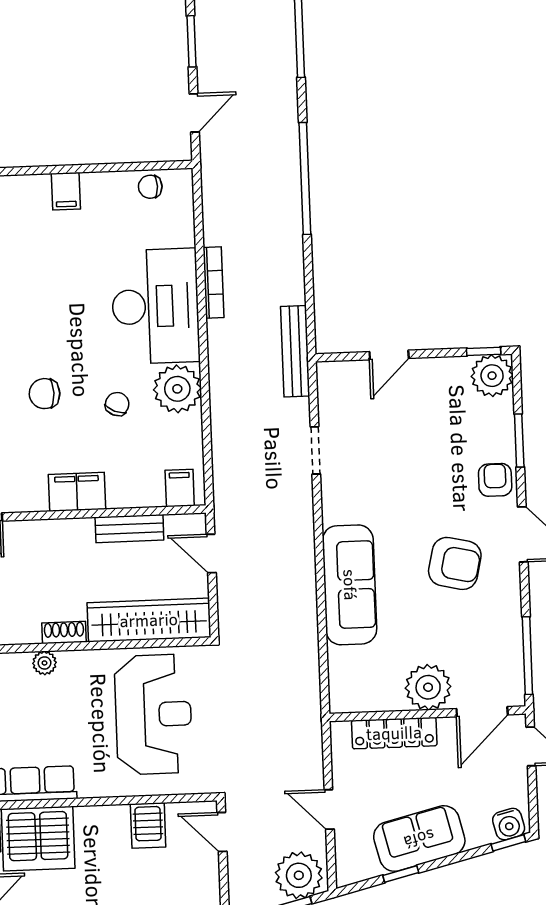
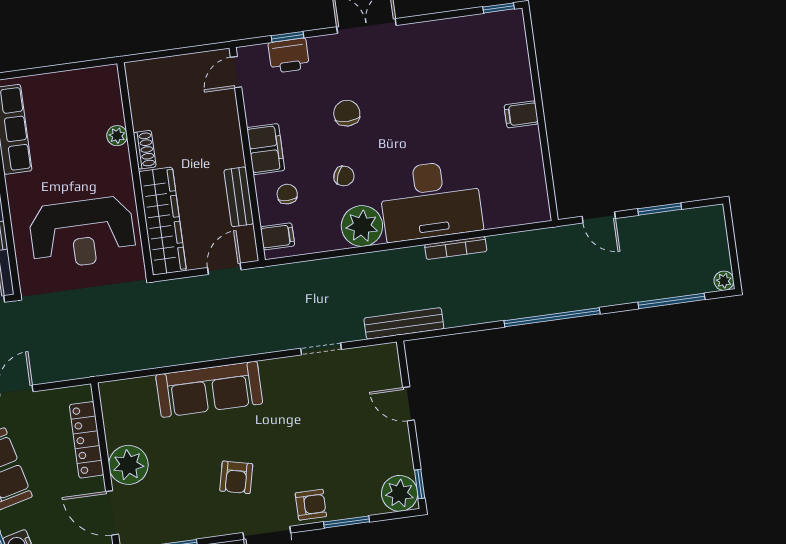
chair: (150, 187) -> (287, 194), moved
armchair: (455, 563) -> (236, 477), width x0.72, depth x0.72

